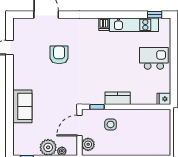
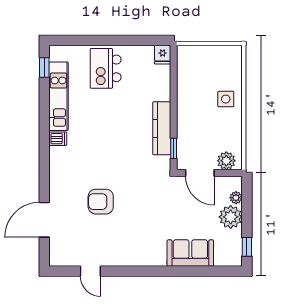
kitchen counter: (118, 98) -> (162, 128), width x1.50
sofa: (22, 106) -> (190, 253), moved
side table: (111, 124) -> (226, 99), moved

